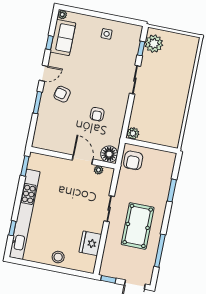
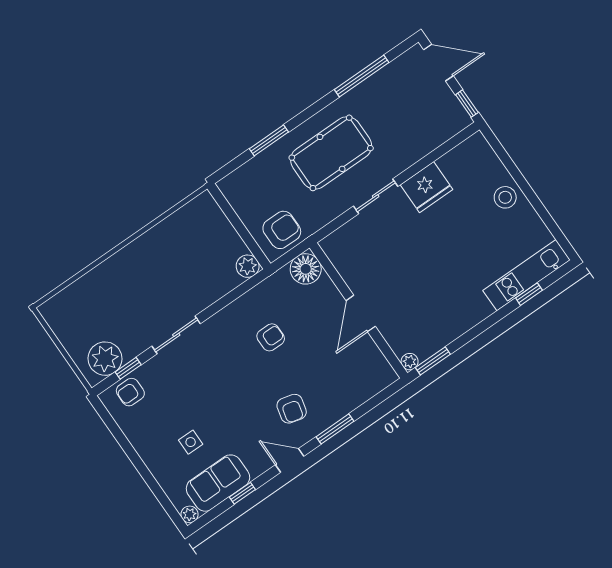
side table: (107, 34) -> (191, 442), moved
armchair: (131, 40) -> (130, 392), added
door: (83, 160) -> (361, 314), moved
plant: (99, 170) -> (410, 362), moved
kitchen unit: (25, 214) -> (527, 275), width x0.54
pool table: (138, 226) -> (331, 153), moved
fridge: (90, 243) -> (426, 187), moved

